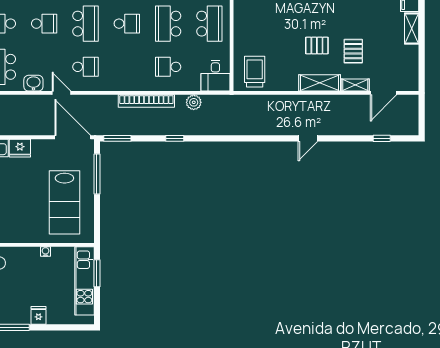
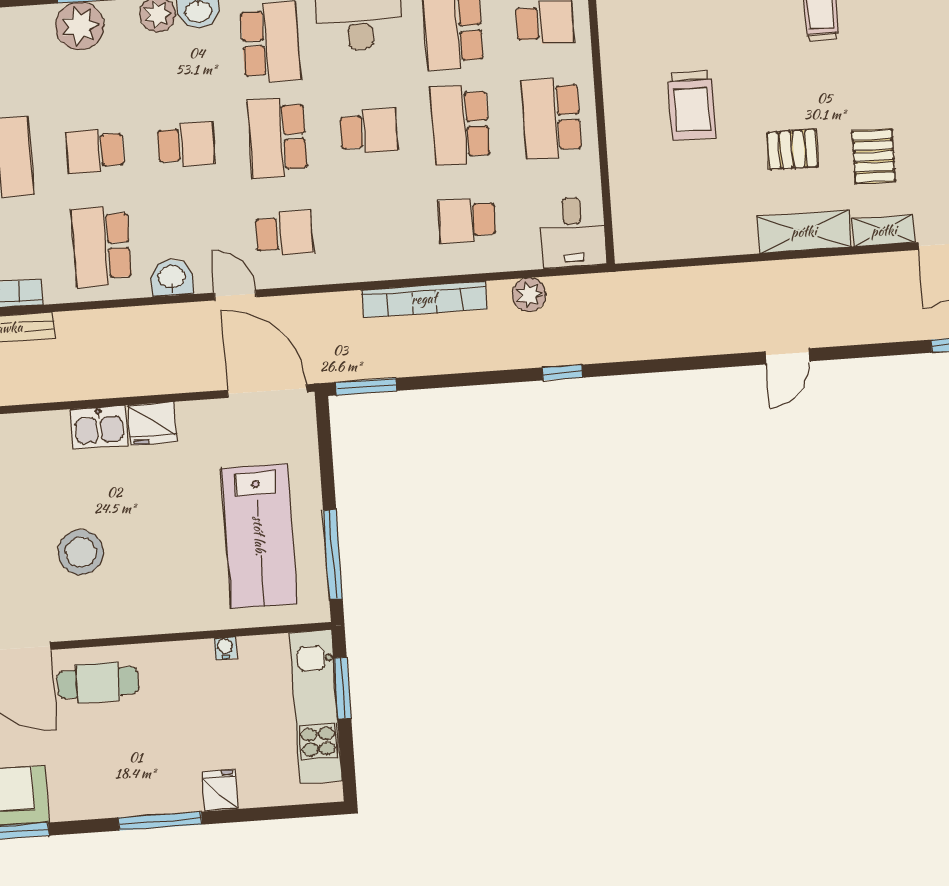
school desk: (85, 24) -> (277, 138), turned 180
school desk: (209, 24) -> (551, 118), turned 180
trolley: (255, 72) -> (692, 105), moved, turned 180
window: (175, 138) -> (562, 372), moved
window: (97, 174) -> (333, 555), moved

